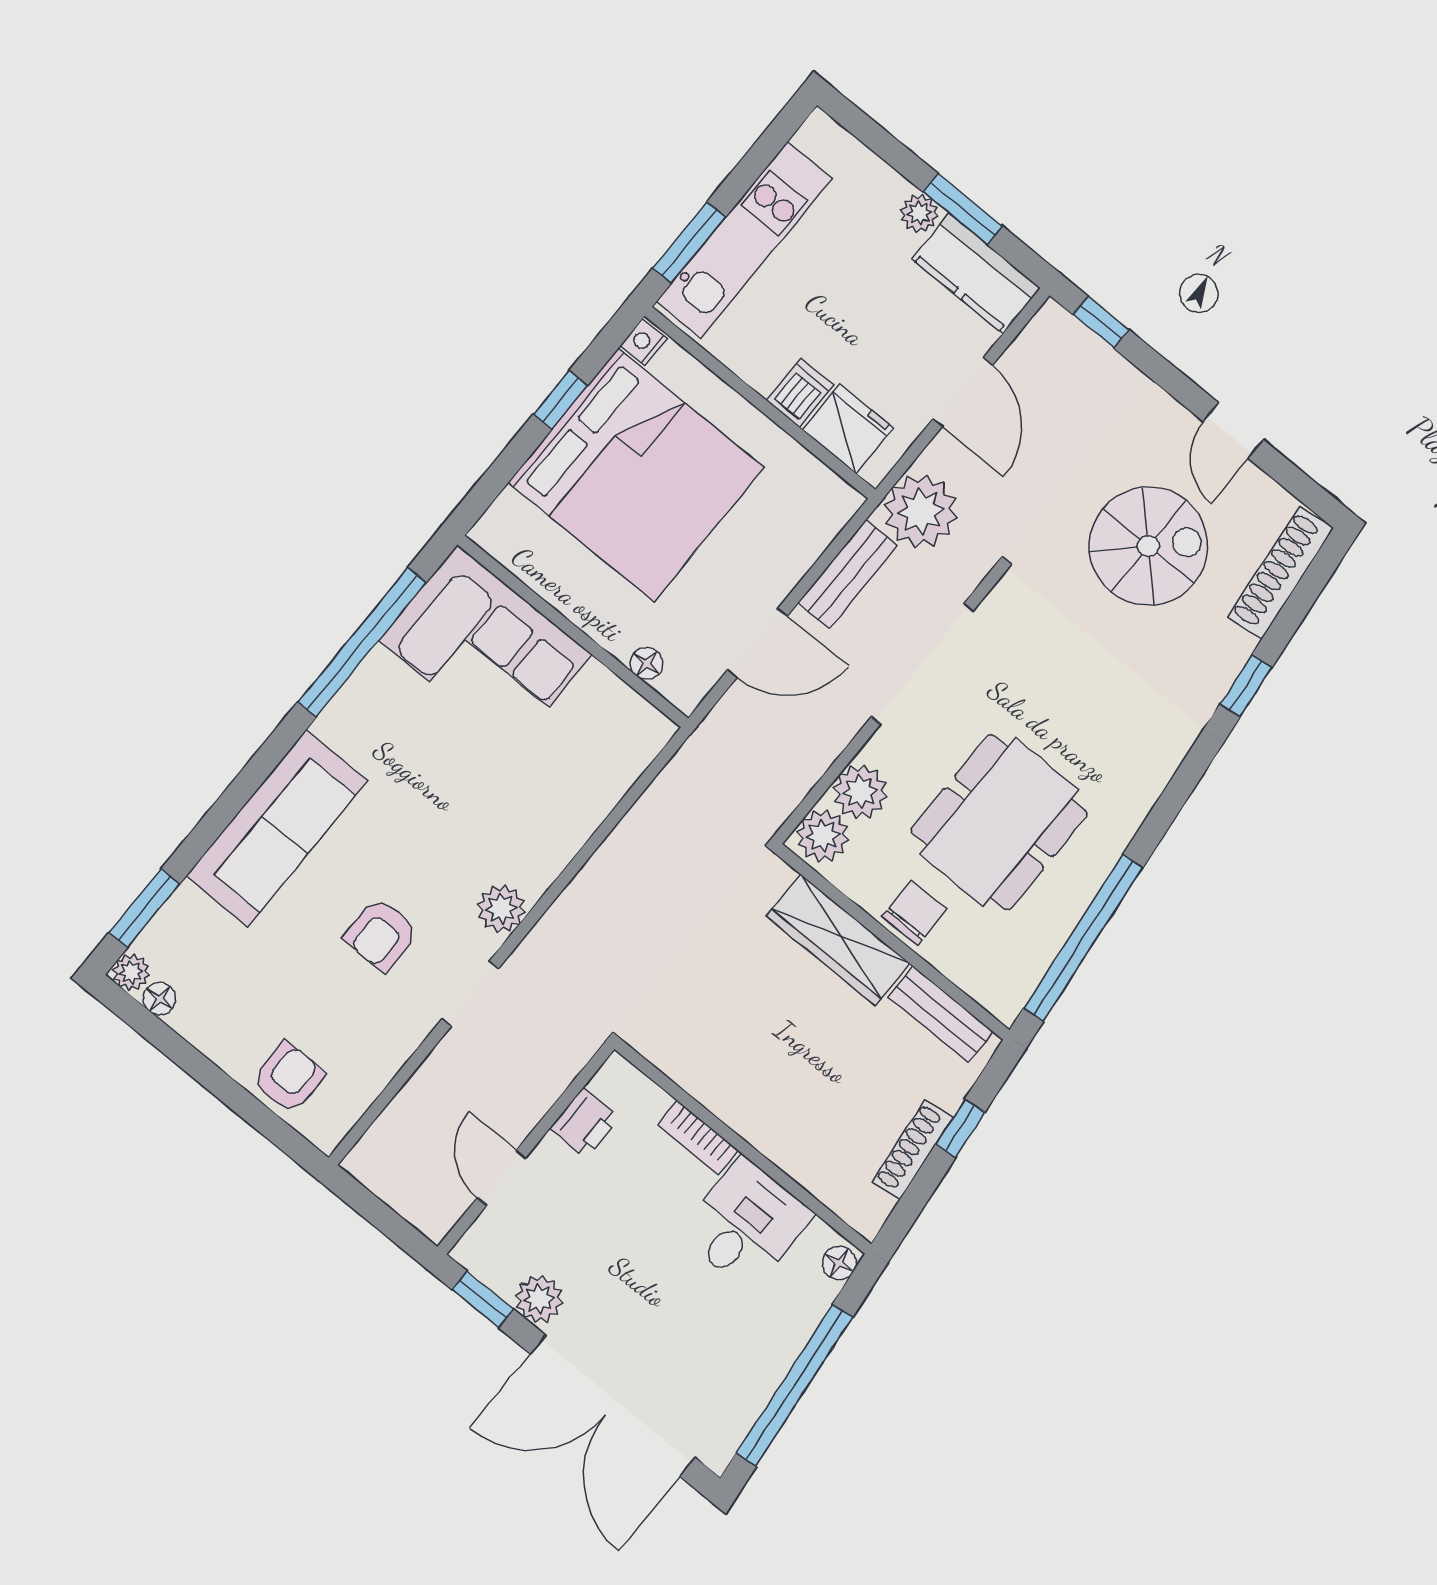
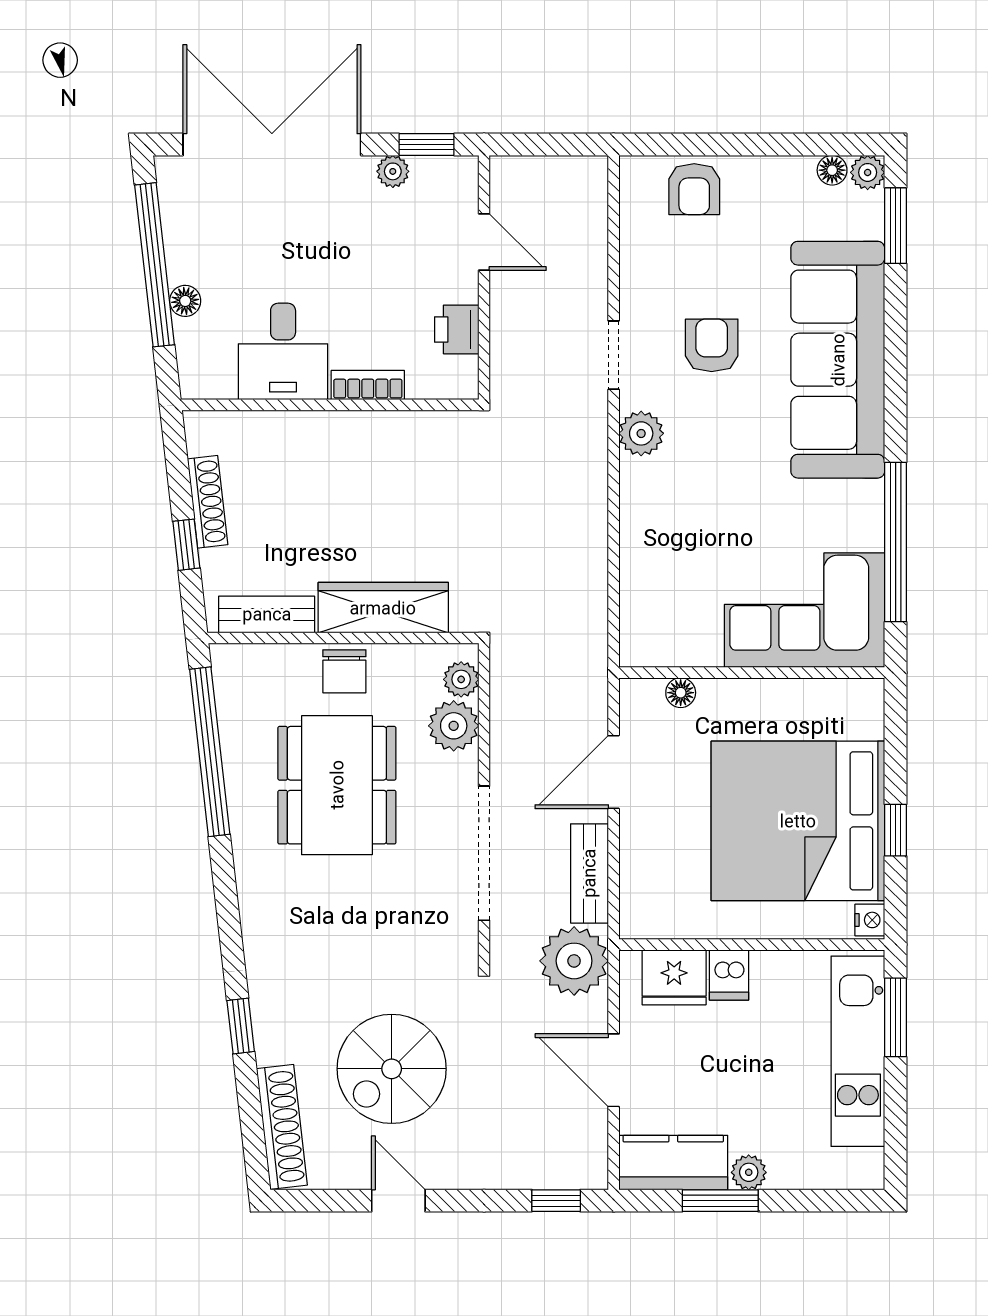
sofa: (277, 828) -> (838, 360), width x1.36, depth x1.27
plant: (823, 836) -> (461, 679), width x0.73, depth x0.73
floor lamp: (839, 1263) -> (185, 301), moved
plant: (539, 1299) -> (393, 171), width x0.73, depth x0.73

